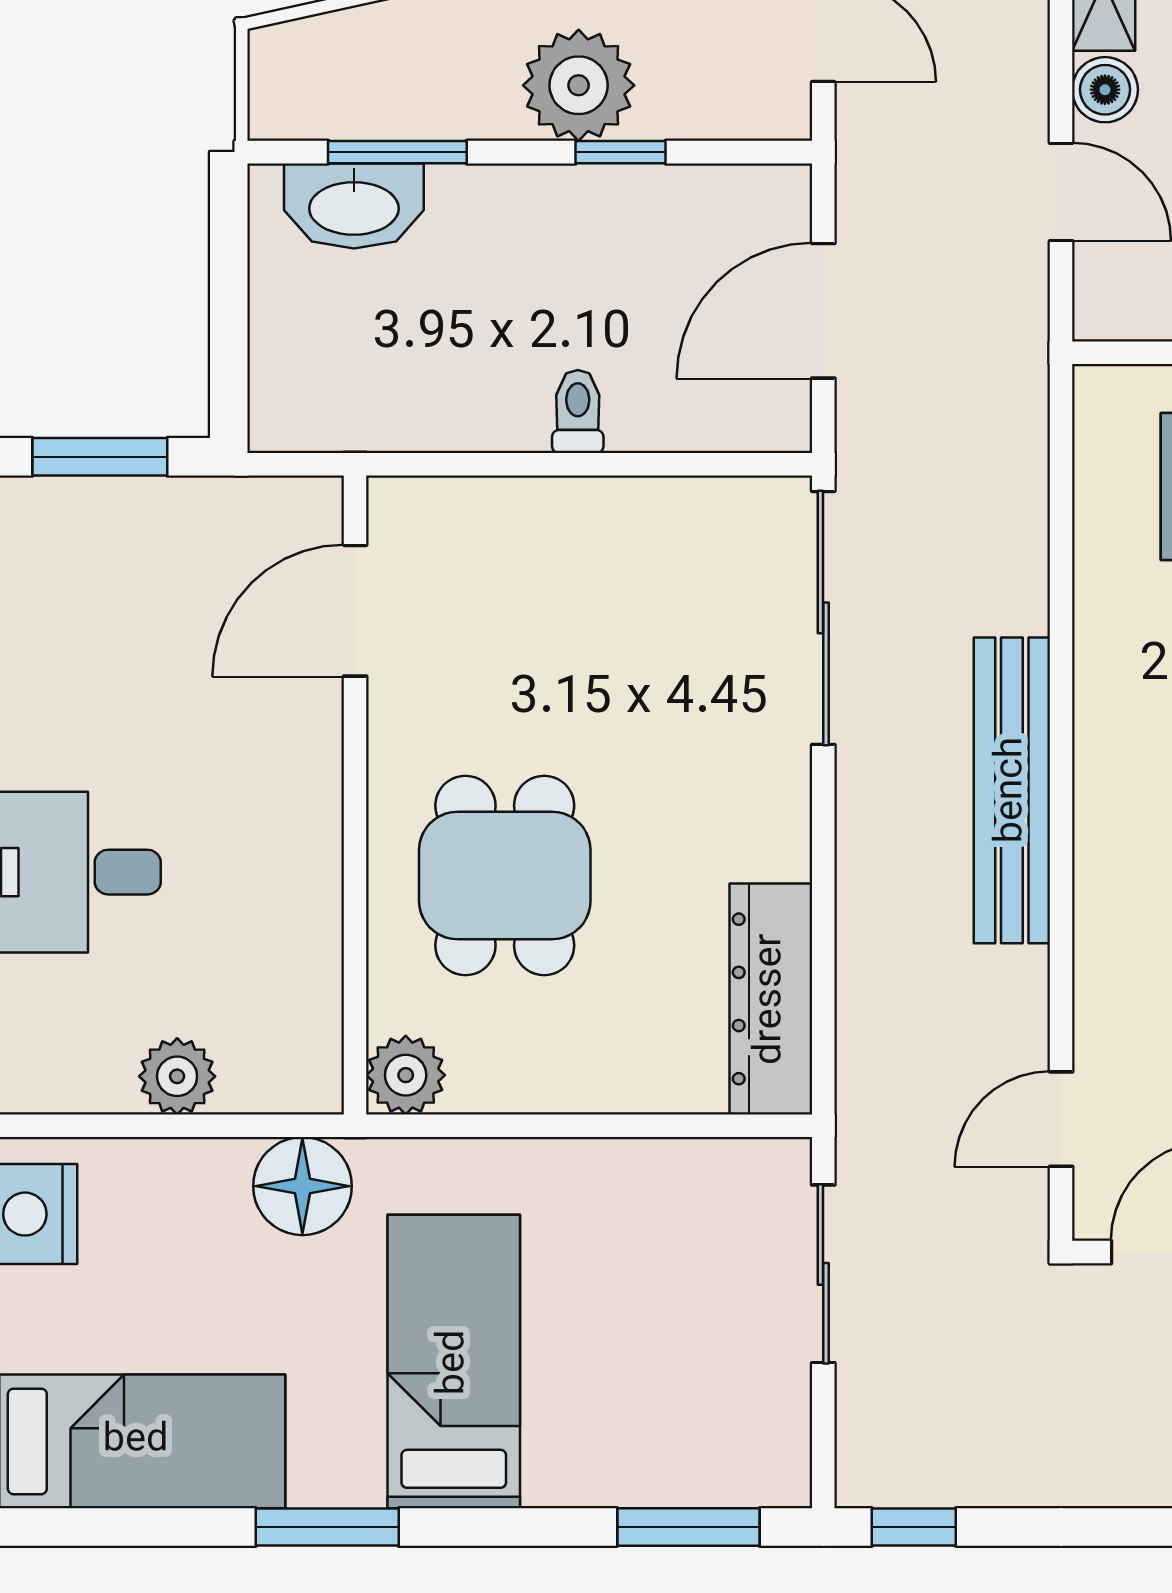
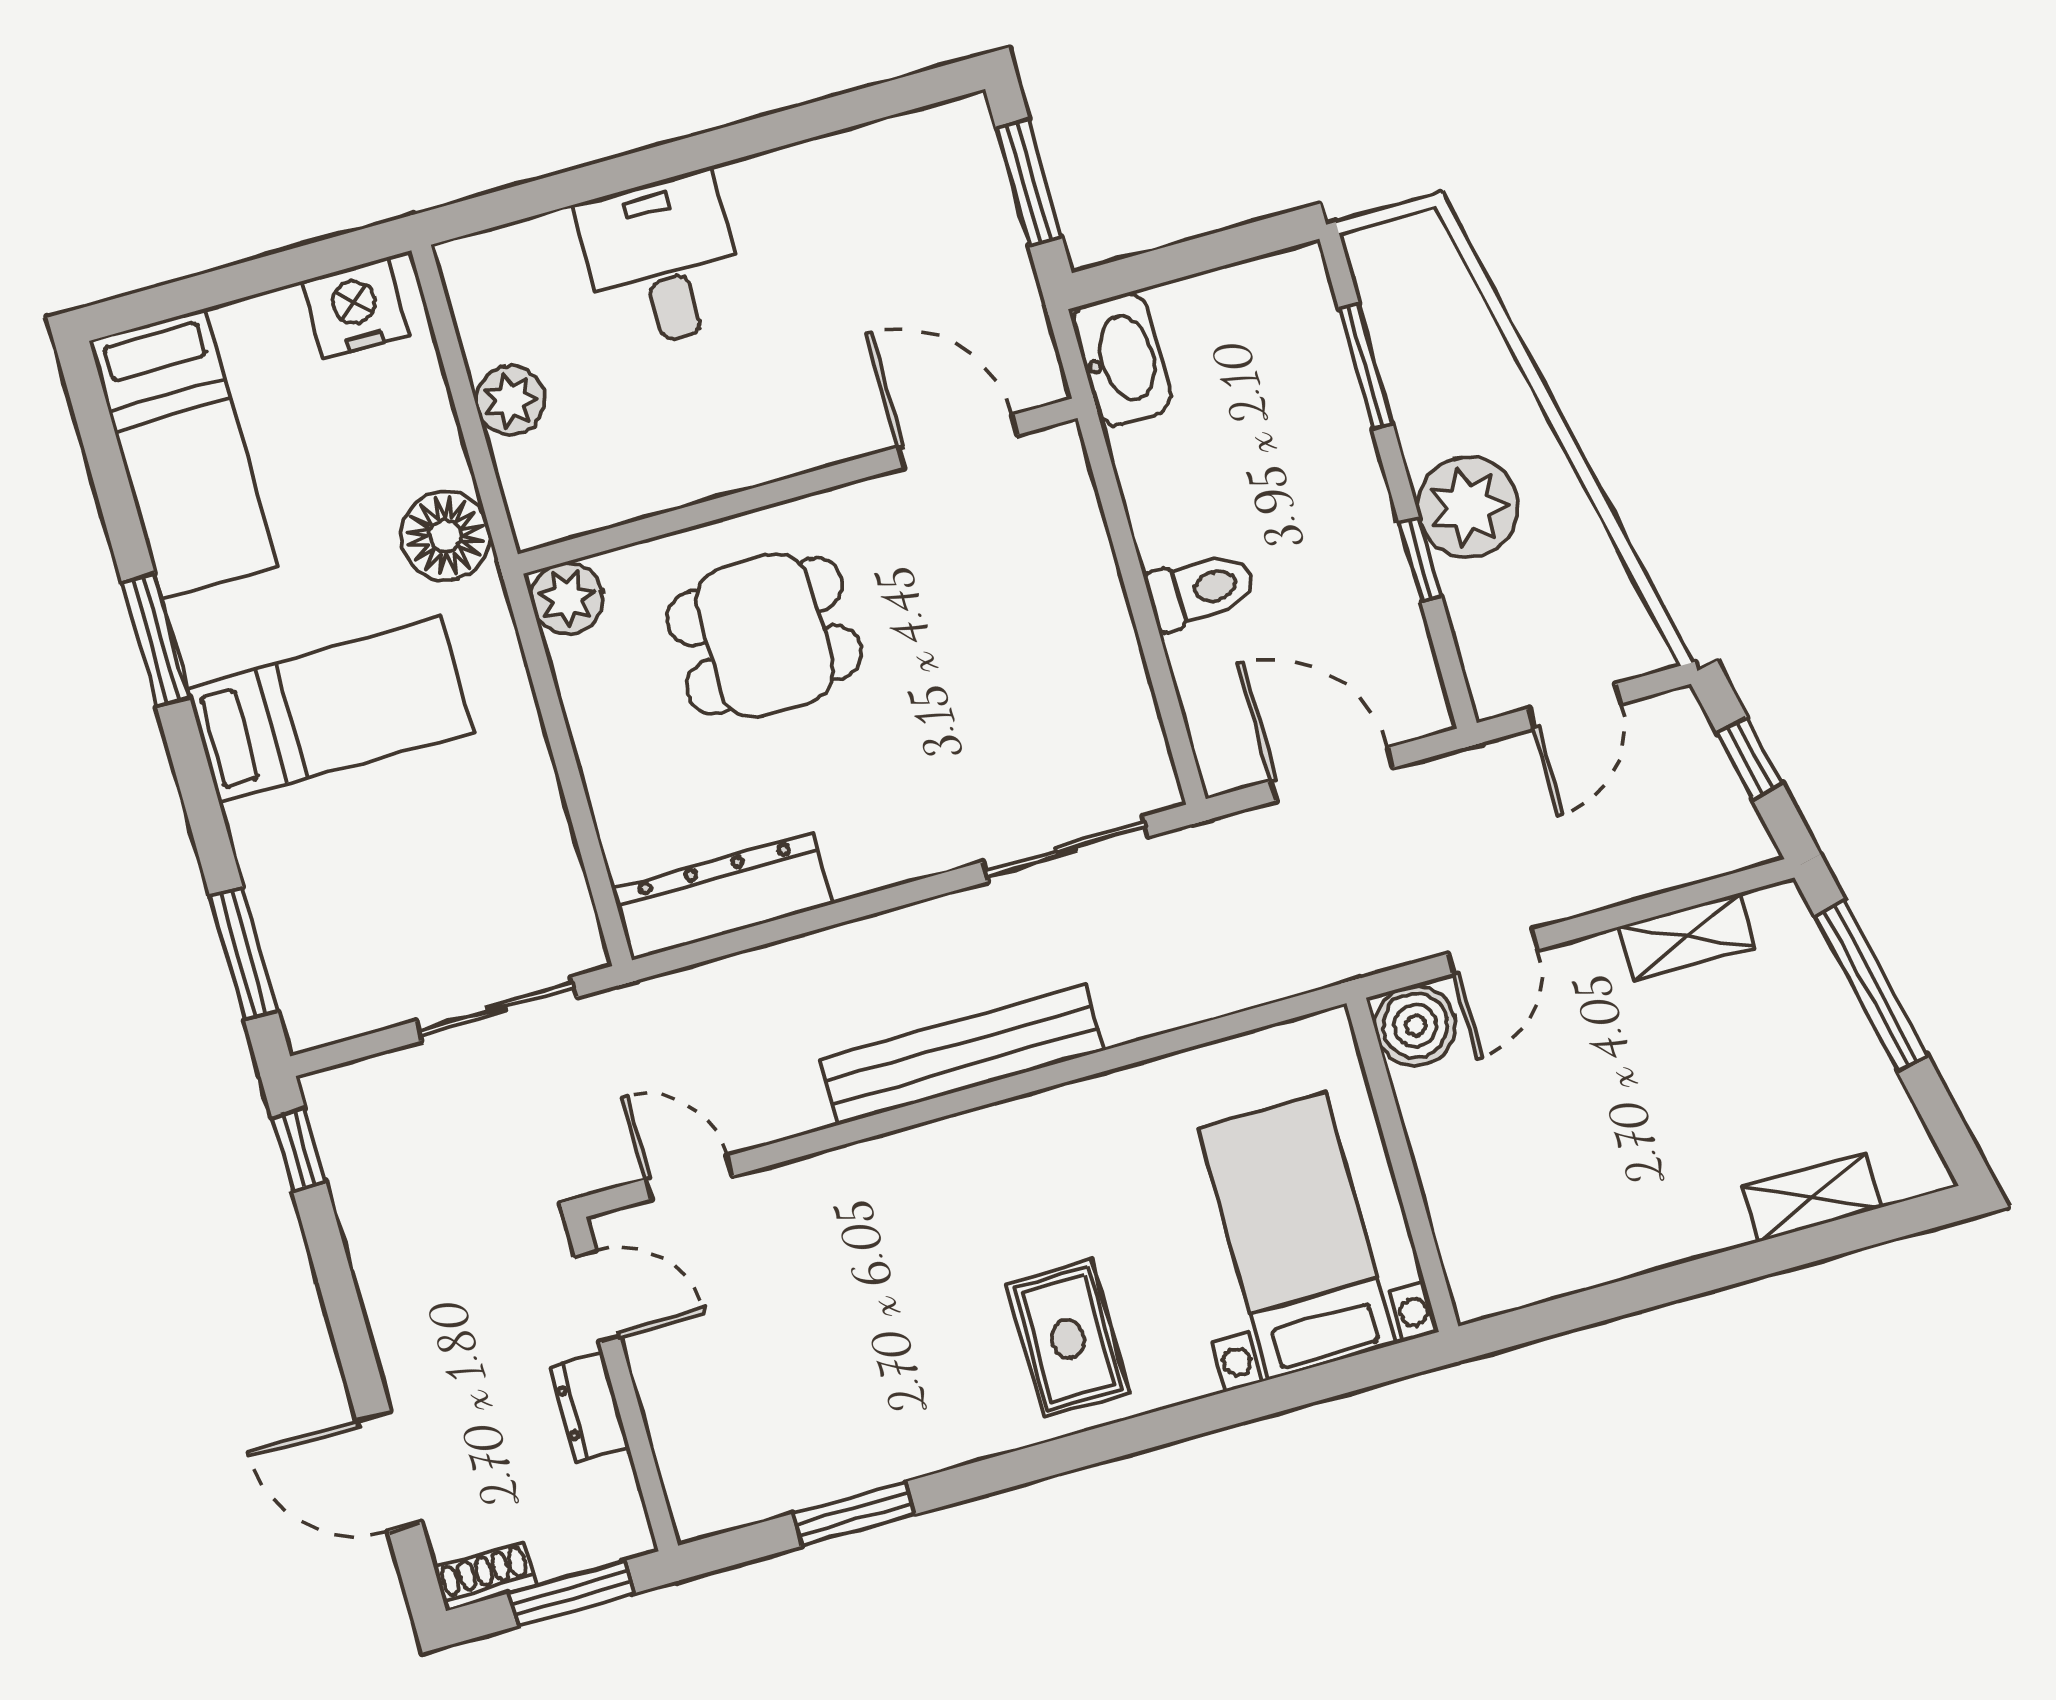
boiler: (1105, 90) -> (1416, 1026), moved, width x1.36, depth x1.36
washbasin: (354, 206) -> (1122, 359), moved, turned 180
toilet: (578, 411) -> (1201, 590), width x1.37, depth x1.39
sliding door: (823, 618) -> (1065, 849), width x0.73

